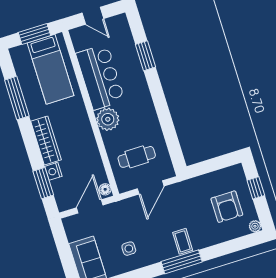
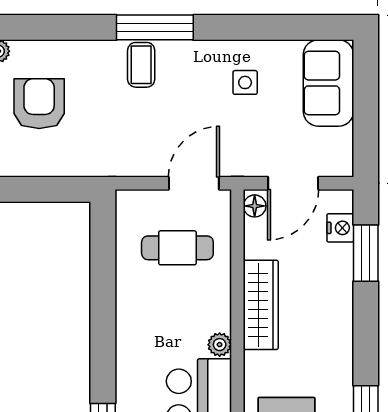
plant: (108, 119) -> (220, 345), width x0.53, depth x0.53
wardrobe: (46, 140) -> (261, 305), moved, turned 180
nightstand: (53, 171) -> (340, 228), moved
door: (151, 187) -> (194, 183), moved

